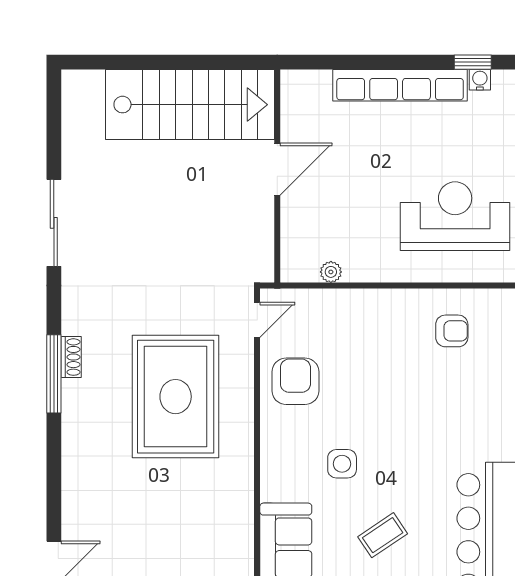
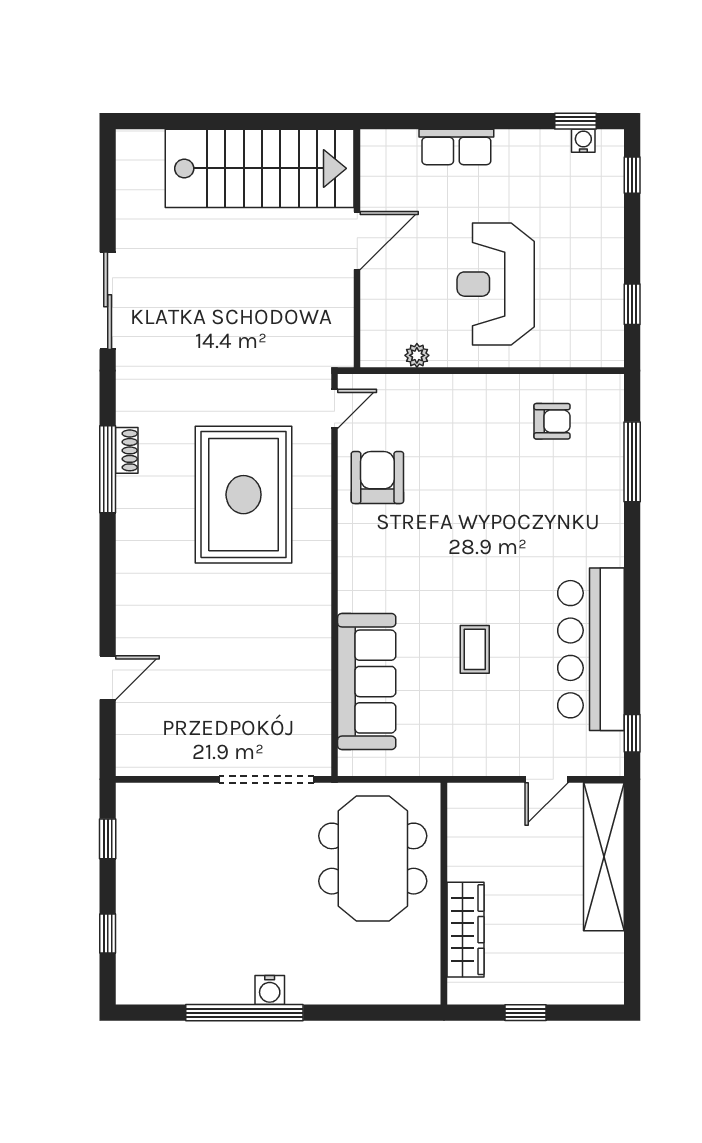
row of seats: (400, 85) -> (456, 147), width x0.50
reception desk: (455, 216) -> (496, 284), moved, turned -90
side table: (342, 464) -> (429, 570), removed
coffee table: (383, 535) -> (475, 649), turned -56

